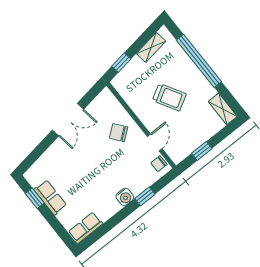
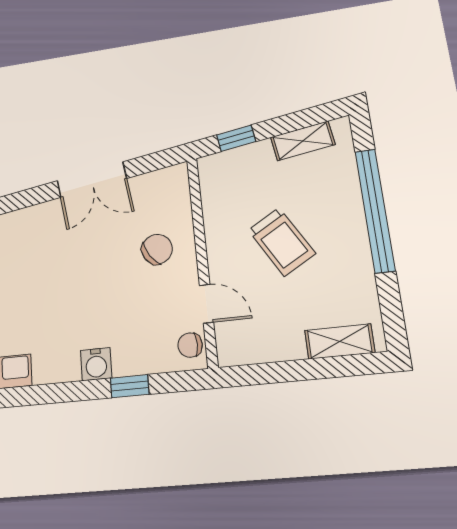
shelving: (223, 109) -> (340, 342), moved, turned 90
chair: (119, 133) -> (157, 249), turned 95
door: (155, 142) -> (207, 304), hinge flipped
window: (202, 151) -> (281, 372), removed

